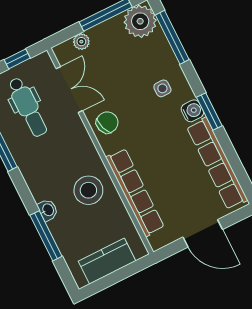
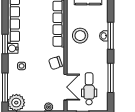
double door: (69, 90) -> (65, 87), swing flipped
window: (46, 236) -> (111, 36), moved

